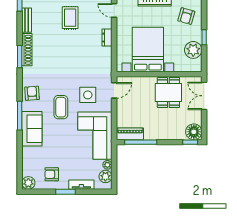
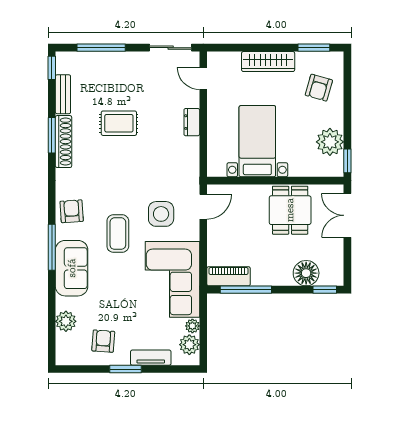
rug: (70, 18) -> (119, 123), moved, turned 90
window: (204, 37) -> (347, 161), moved
bed with nightstands: (148, 49) -> (257, 141), width x0.73
window: (20, 57) -> (52, 135), moved
floor lamp: (194, 132) -> (306, 273), moved
armchair: (52, 174) -> (103, 341), turned 94
plant: (28, 183) -> (66, 321), moved

